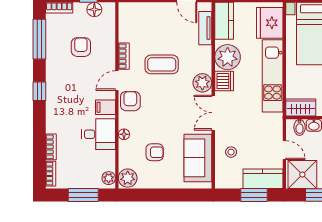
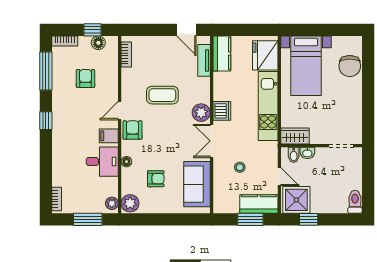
bookcase: (124, 56) -> (126, 54), moved
plant: (228, 57) -> (225, 88), removed
bookcase: (51, 147) -> (57, 174), removed
stool: (231, 152) -> (240, 167), moved

